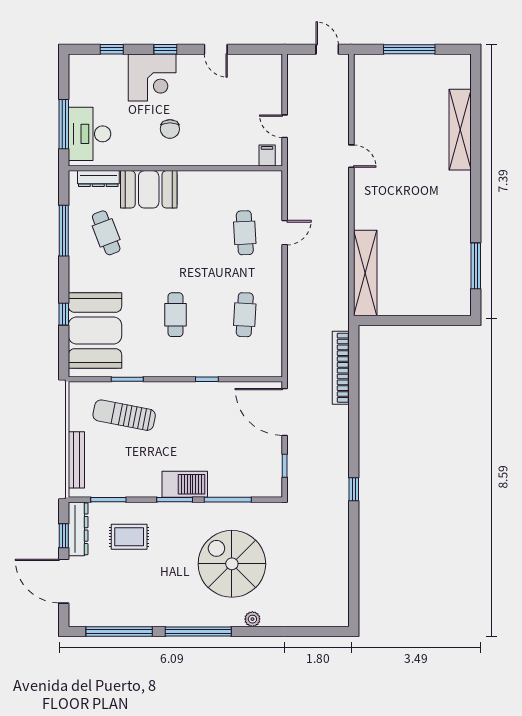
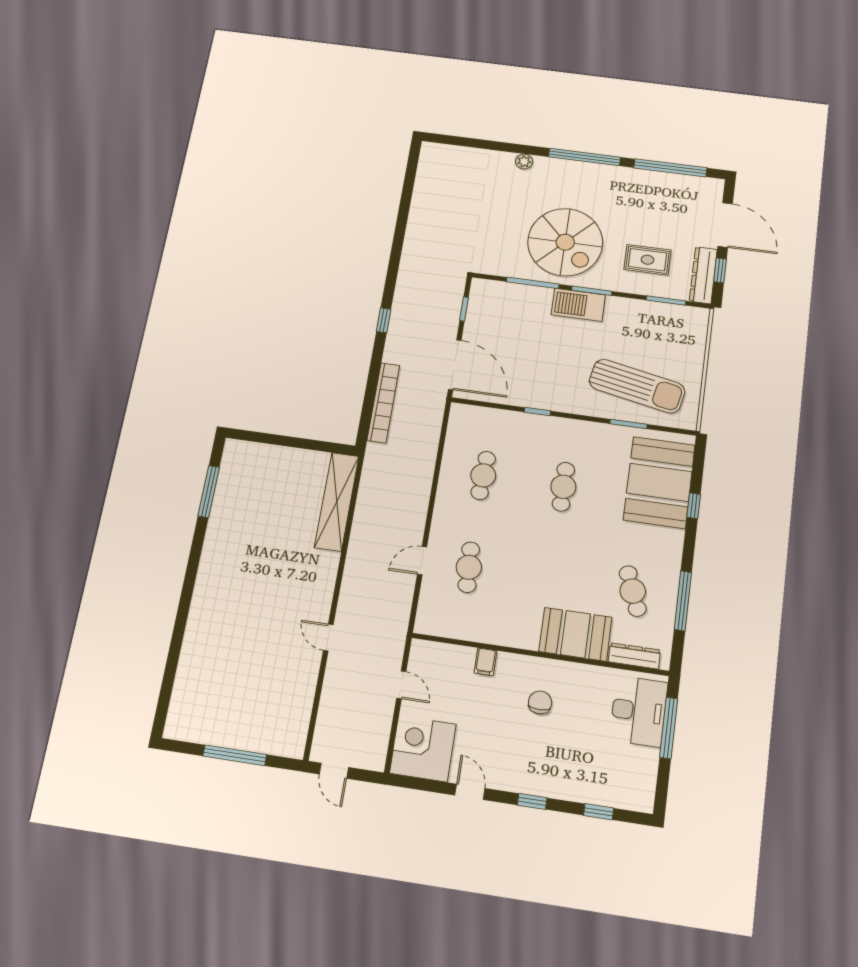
corner desk: (152, 78) -> (423, 749), moved
shelving: (460, 130) -> (194, 649), removed
filing cabinet: (267, 155) -> (485, 662), moved
sun lounger: (124, 415) -> (637, 386), width x1.36, depth x1.34
bench: (76, 460) -> (697, 346), removed
window: (354, 489) -> (384, 320), moved
spiral stairs: (232, 564) -> (565, 242), moved

